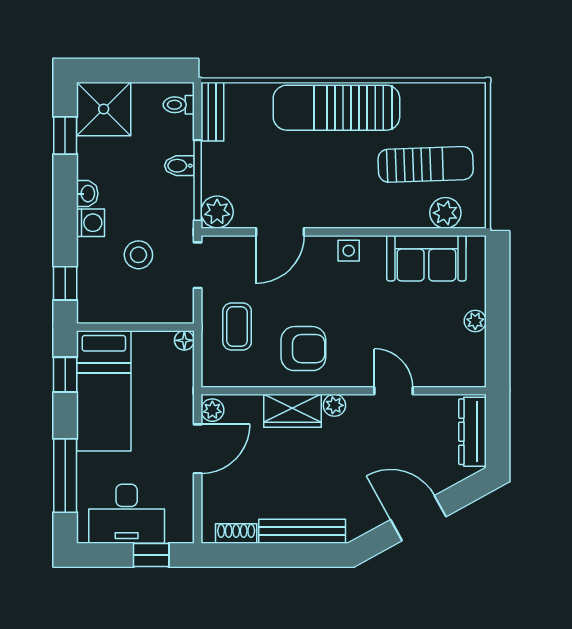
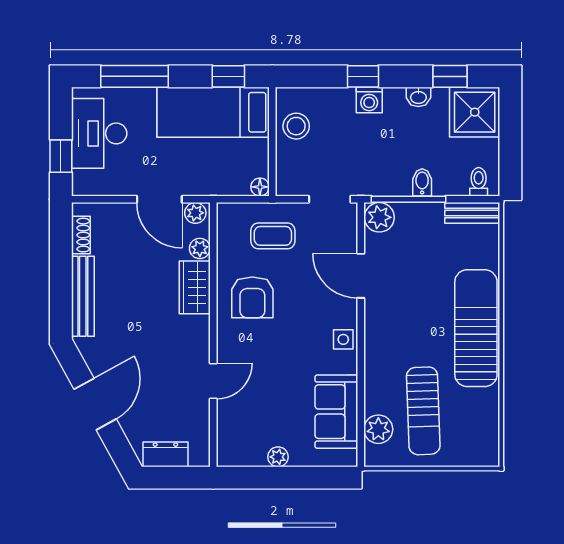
washbasin: (87, 194) -> (418, 97), moved
stool: (138, 255) -> (296, 126), moved
window: (65, 283) -> (363, 76), moved
plant: (334, 405) -> (200, 248), moved
dresser: (473, 432) -> (165, 454), width x0.70

